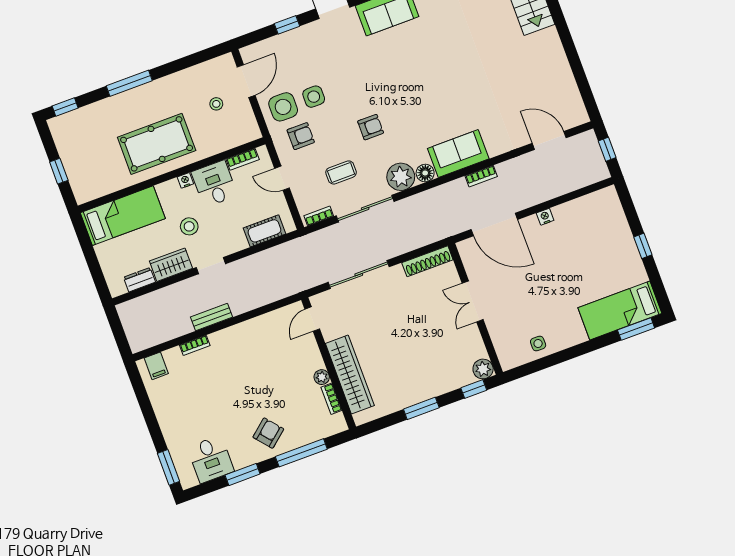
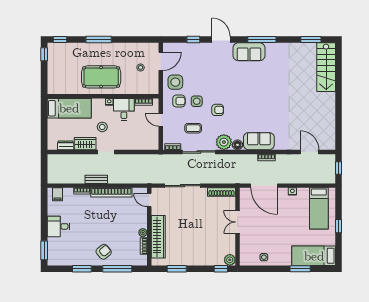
side table: (314, 97) -> (197, 101), moved
window: (59, 171) -> (44, 54), moved
bed: (599, 229) -> (319, 208), added
cot: (264, 231) -> (141, 144), removed
door: (312, 319) -> (149, 200), hinge flipped
window: (636, 329) -> (300, 269), moved
bookcase: (245, 330) -> (111, 192), added
window: (421, 408) -> (177, 269), moved
desk: (211, 459) -> (58, 226), moved, turned 90

